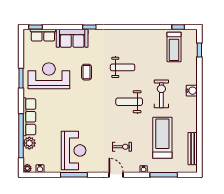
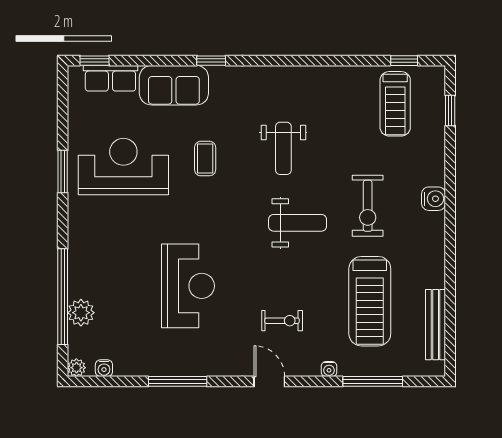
weight bench: (123, 67) -> (283, 148), turned 90
exercise bike: (161, 94) -> (368, 206), turned 180
weight bench: (129, 102) -> (298, 223), turned 180
row of seats: (29, 117) -> (81, 256), removed
treadmill: (162, 138) -> (370, 301), turned 180
reception desk: (74, 150) -> (188, 286), moved

